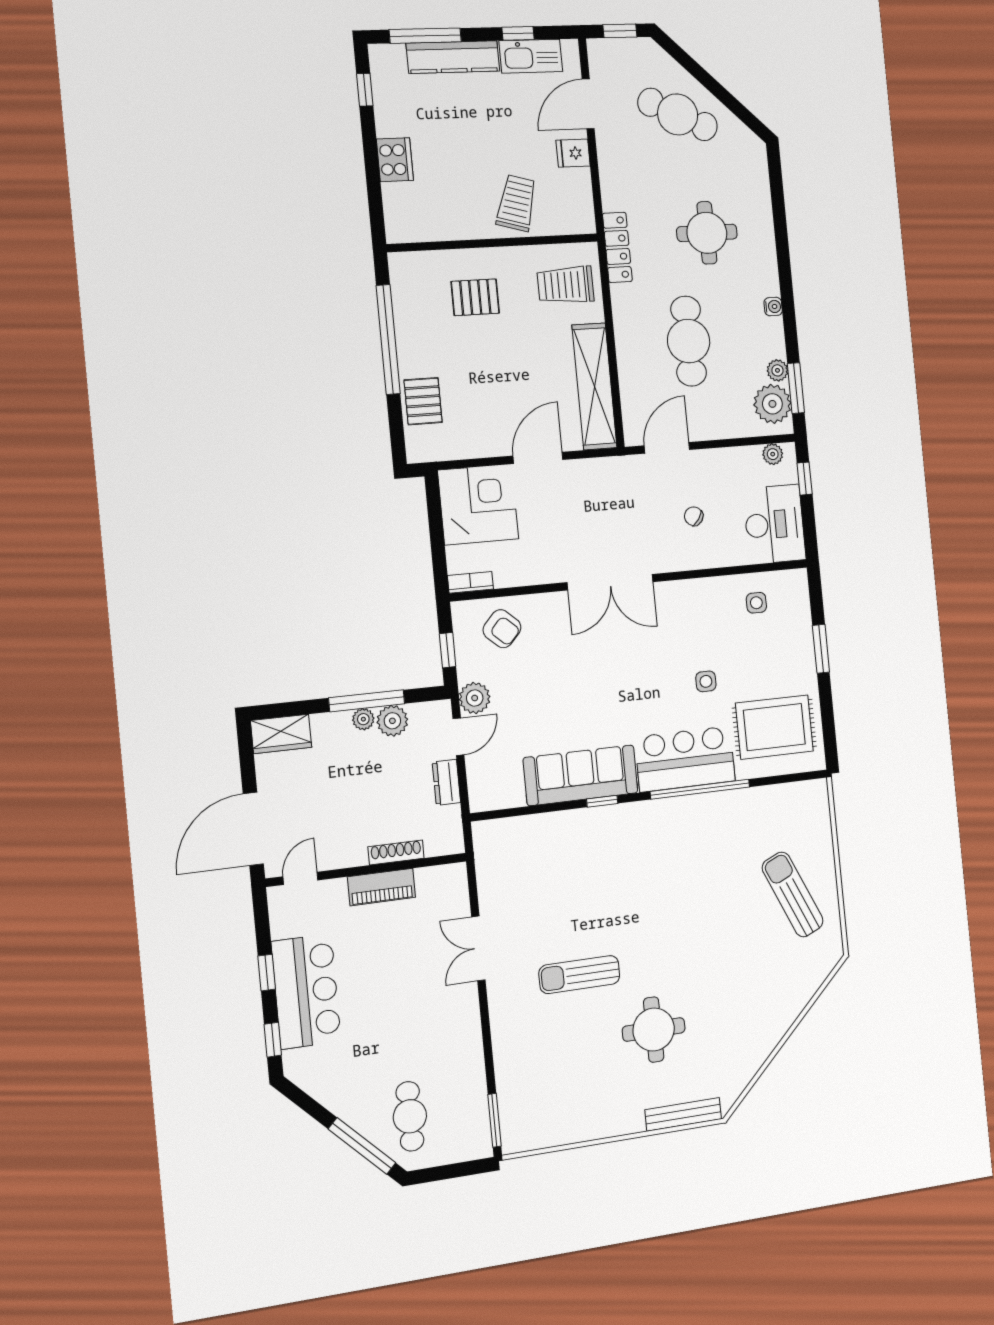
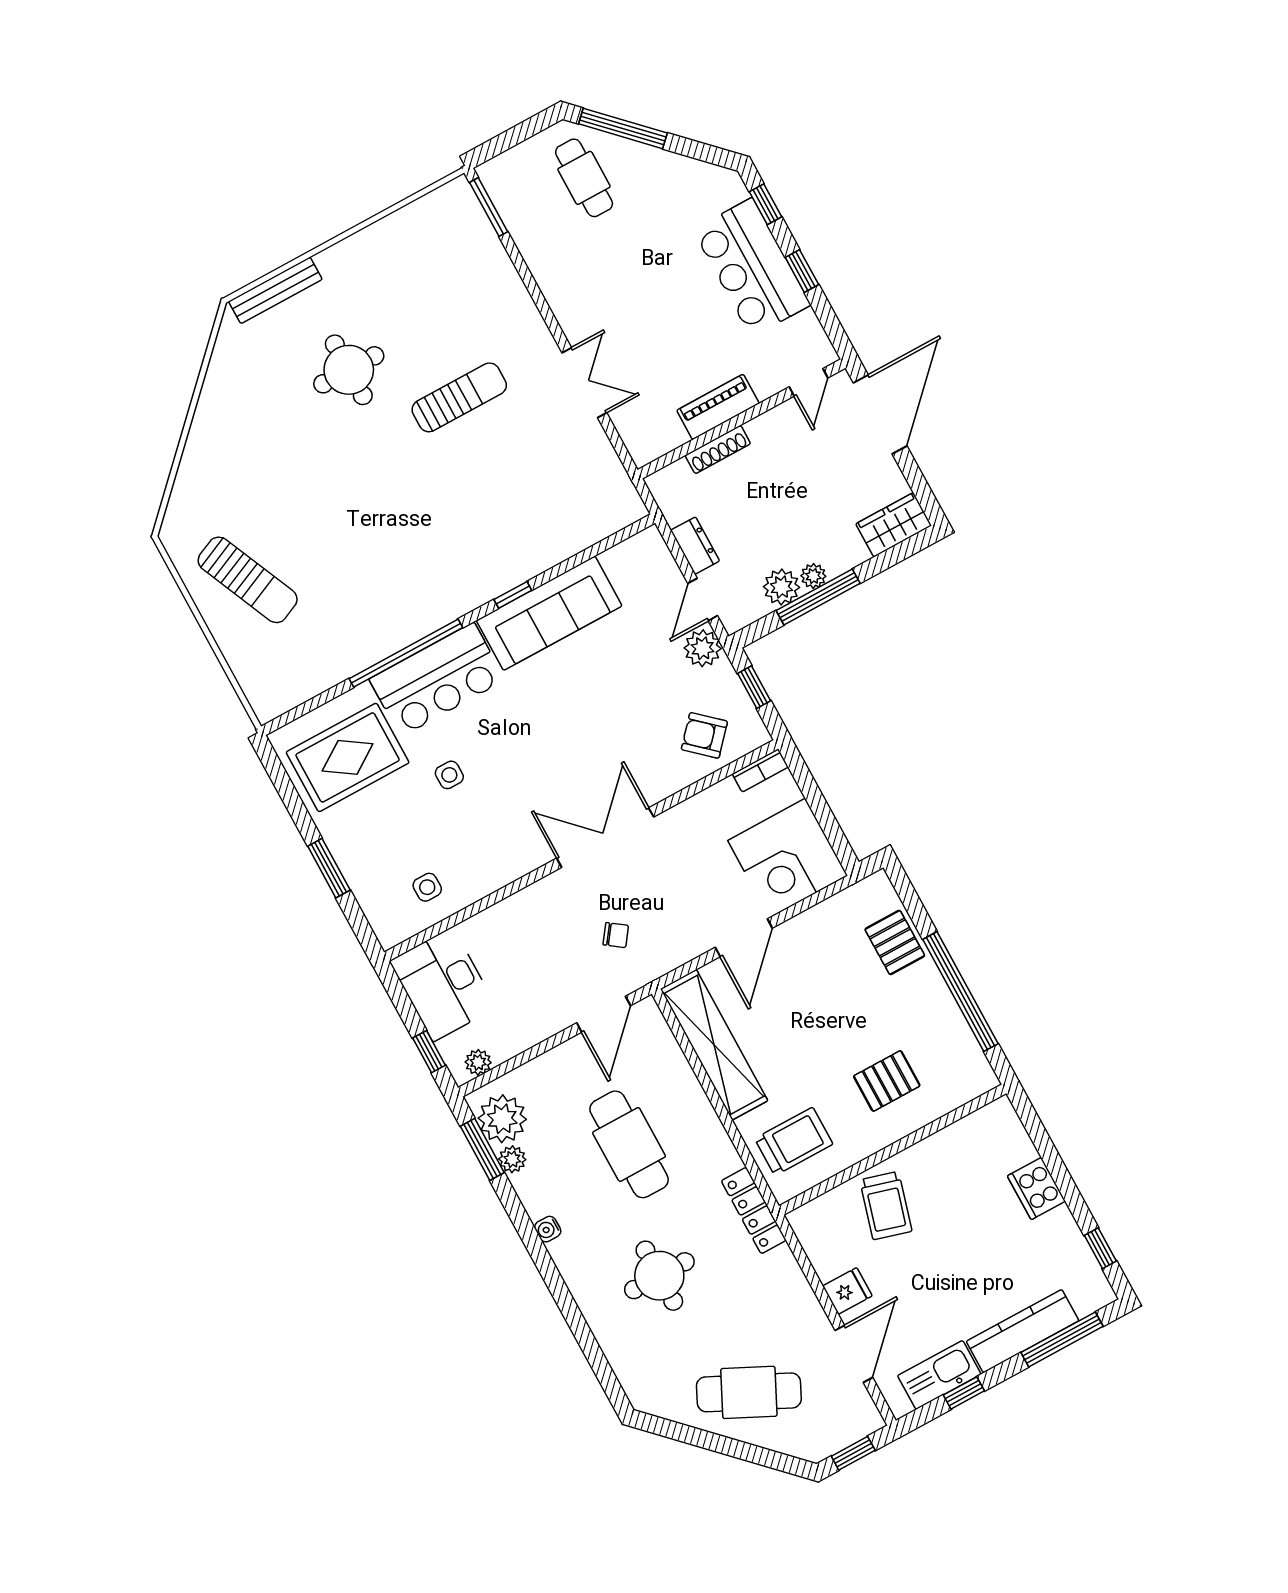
chair: (694, 516) -> (616, 935), moved

